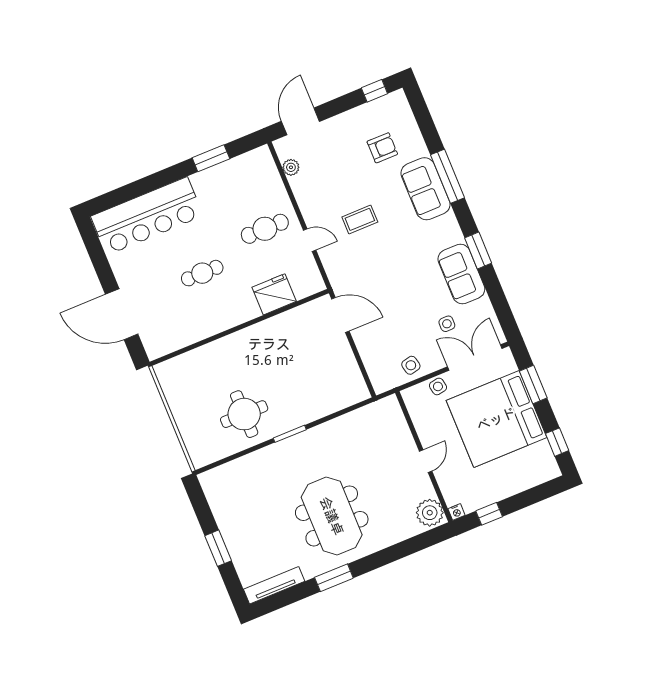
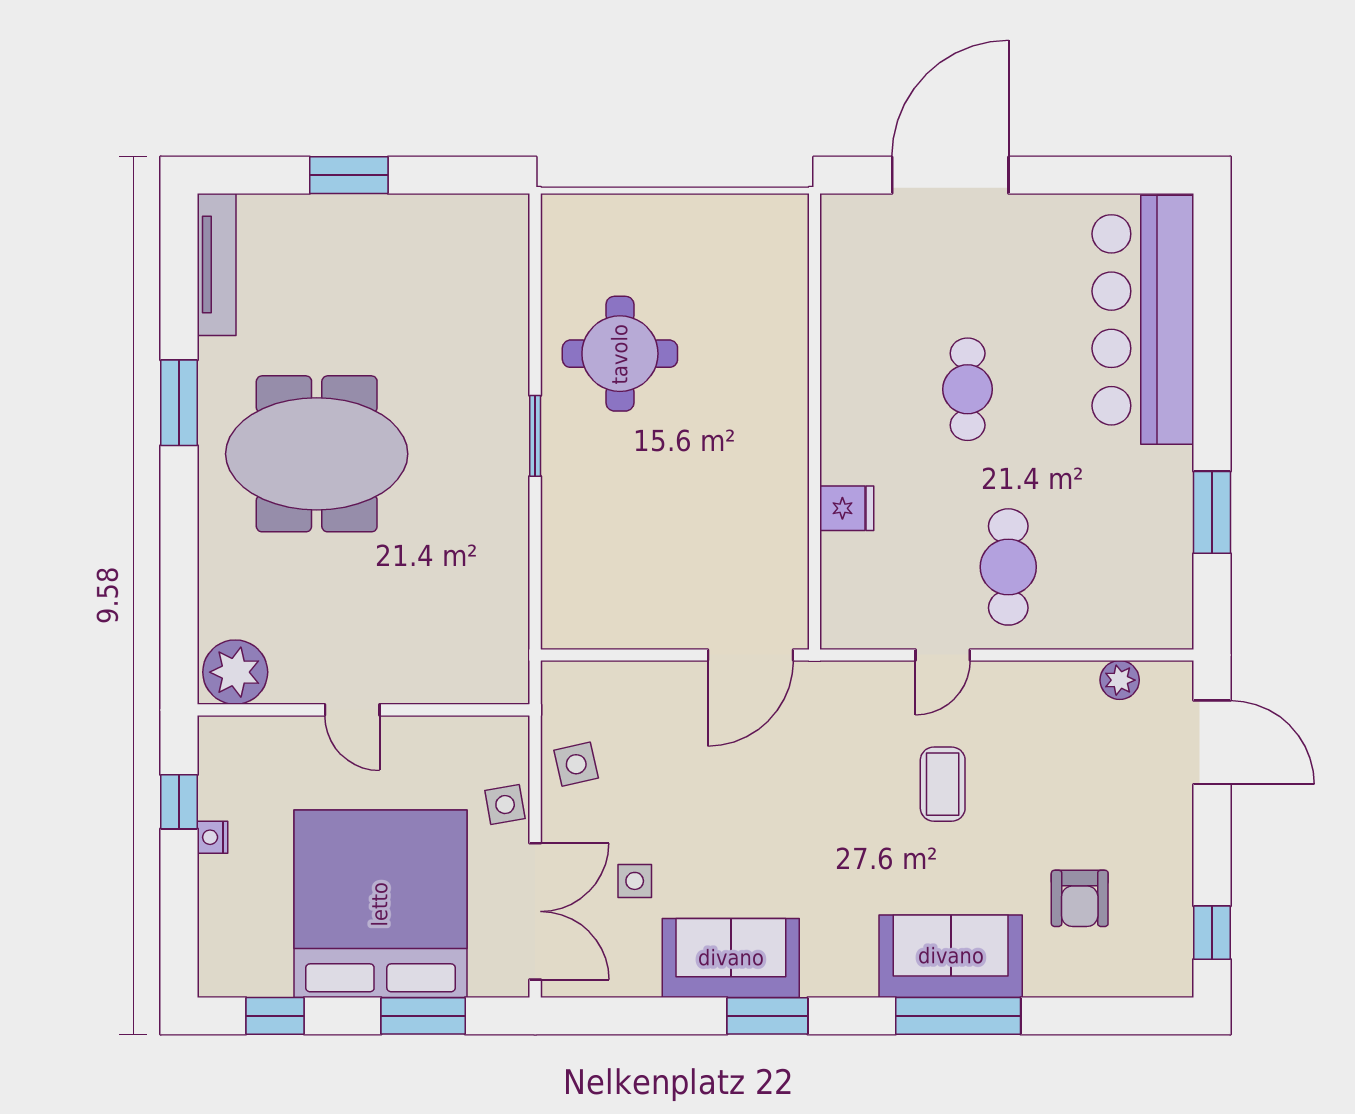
fridge: (274, 294) -> (847, 508), width x0.53, depth x0.75
nightstand: (456, 512) -> (212, 837), moved

